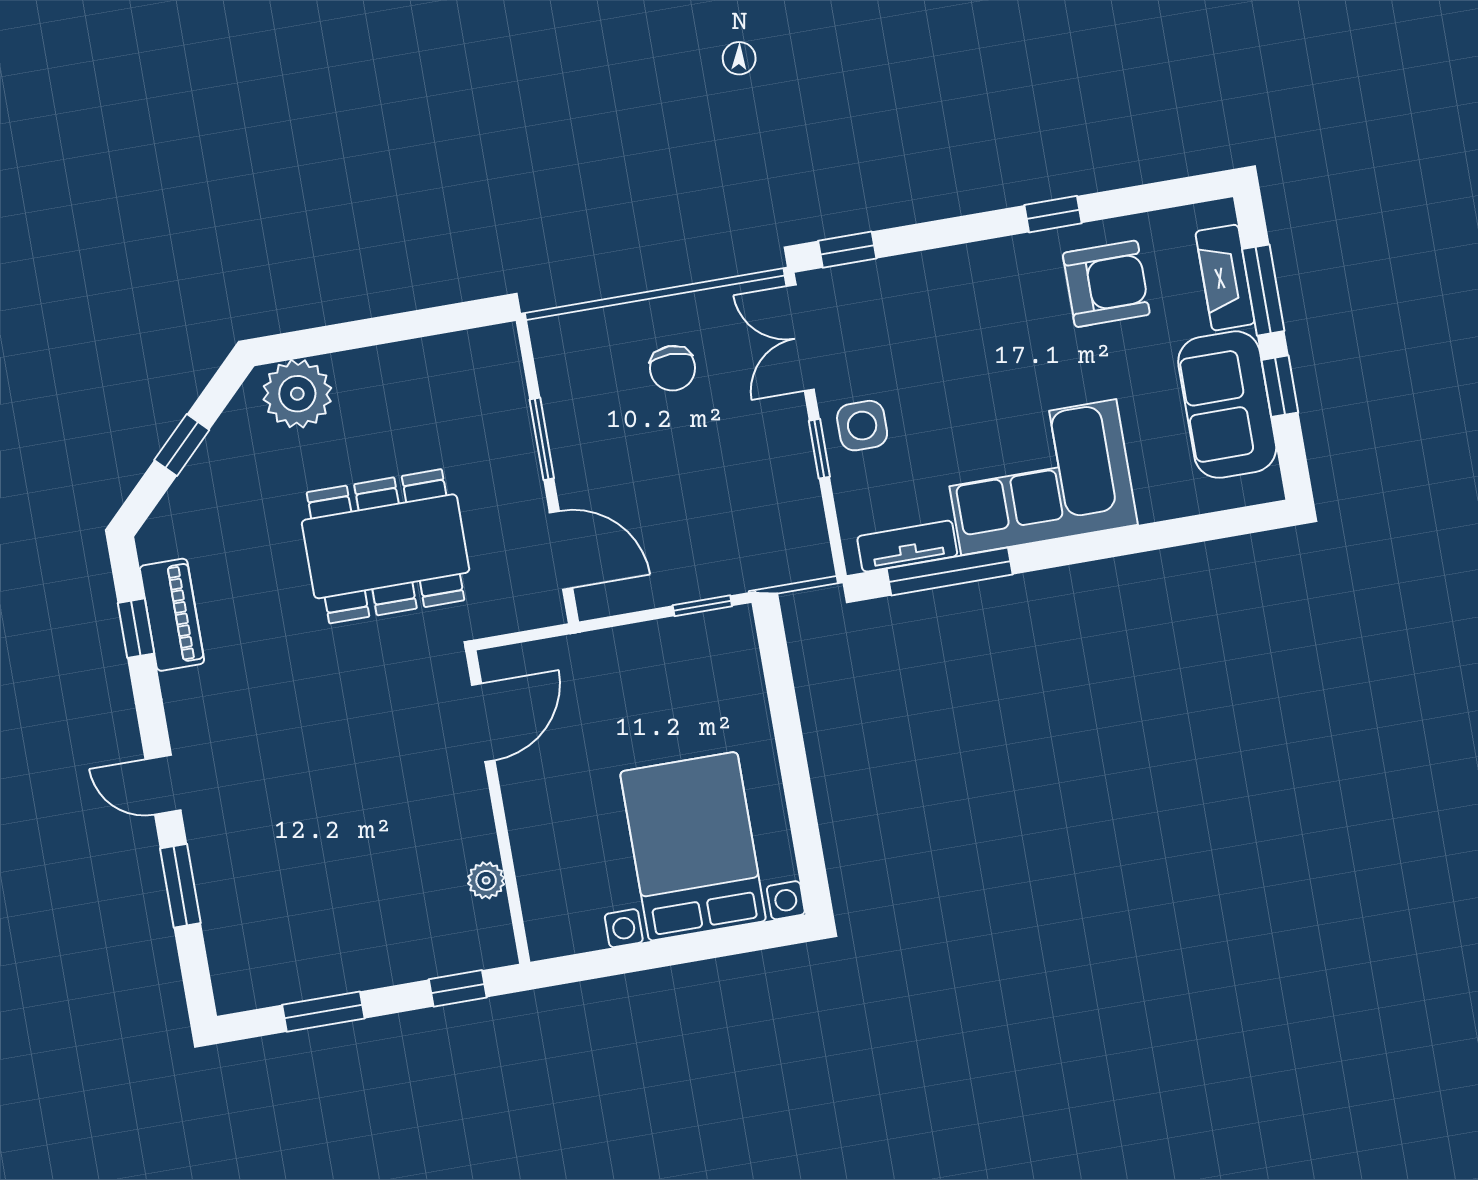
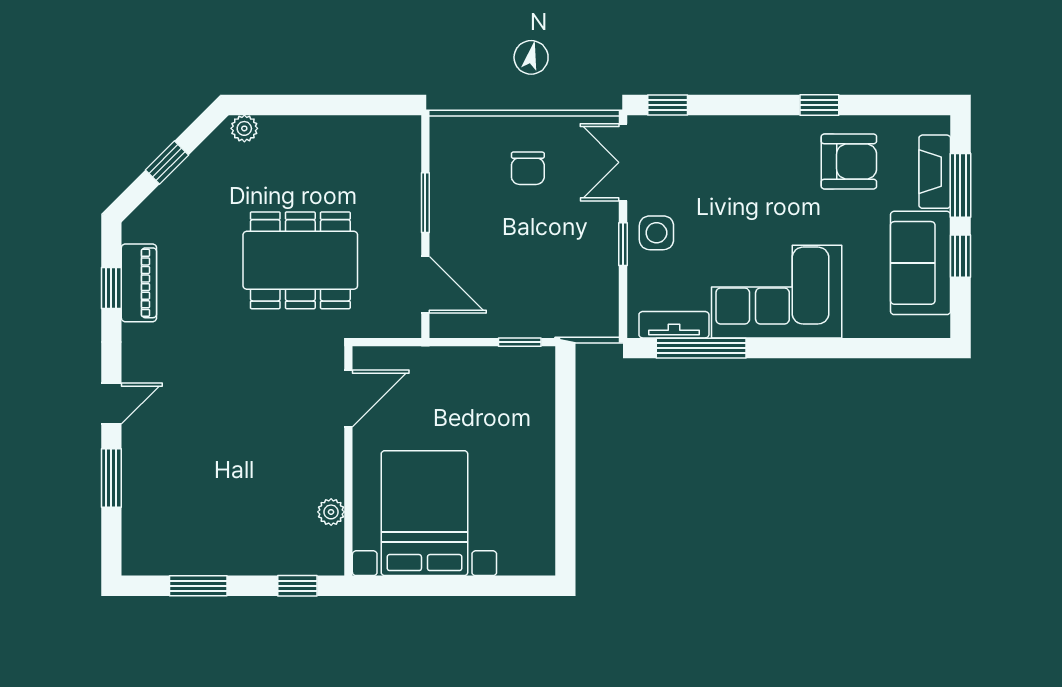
plant: (297, 394) -> (244, 128), width x0.53, depth x0.53
door: (163, 785) -> (111, 404), swing flipped
bed with nightstands: (693, 846) -> (424, 513), moved

